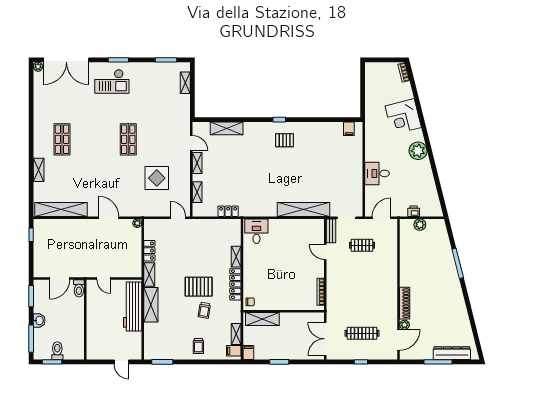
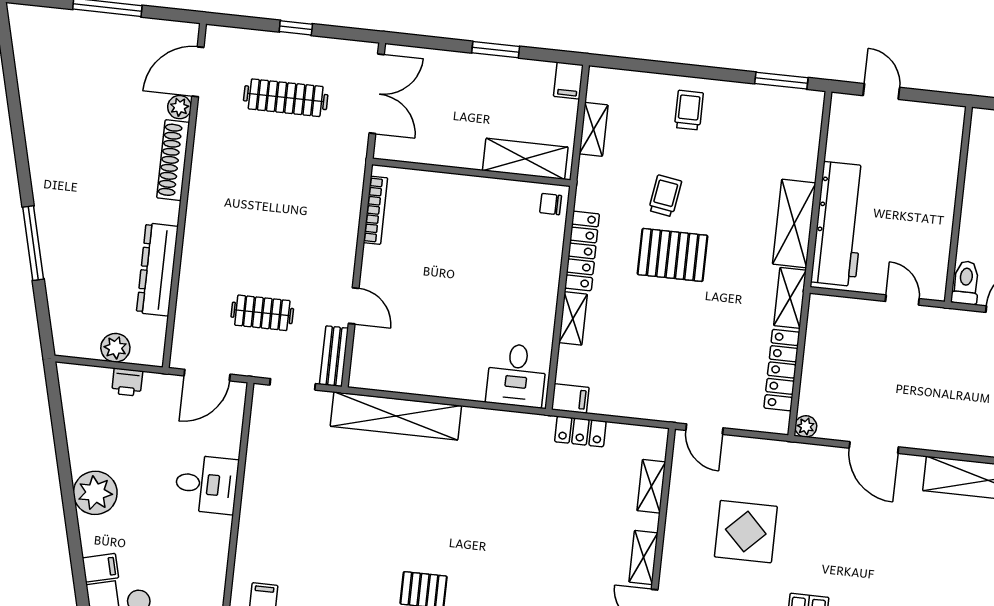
filing cabinet: (416, 135) -> (100, 568), added
plant: (418, 151) -> (95, 493), moved
locker: (149, 251) -> (782, 370), width x1.53
filing cabinet: (234, 351) -> (570, 398), moved
dresser: (452, 353) -> (157, 269), moved, turned 90

